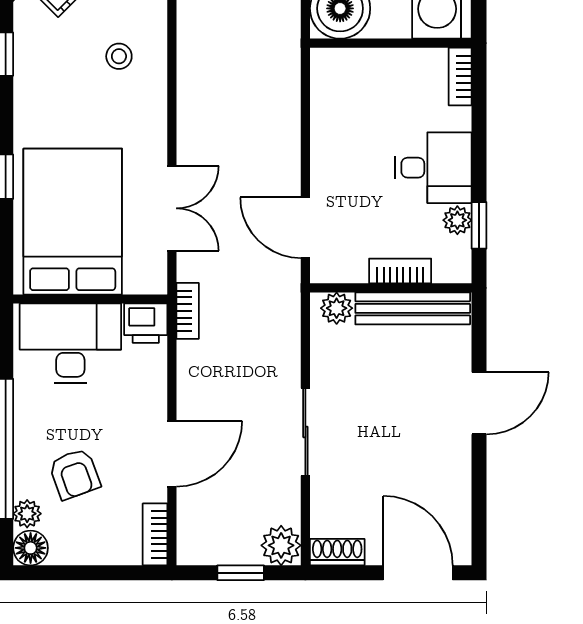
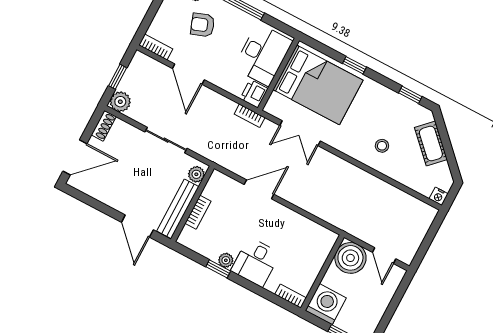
bookcase: (400, 271) -> (198, 212), moved
wall: (391, 288) -> (193, 204), moved
plant: (337, 308) -> (196, 174), moved
bench: (413, 308) -> (178, 209), moved

